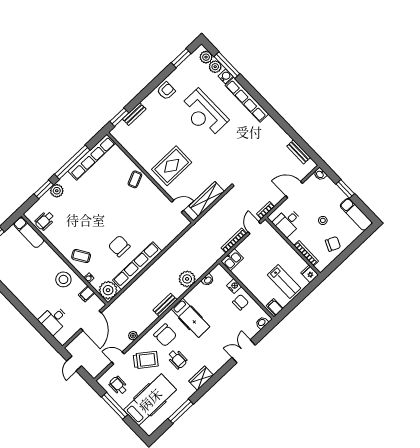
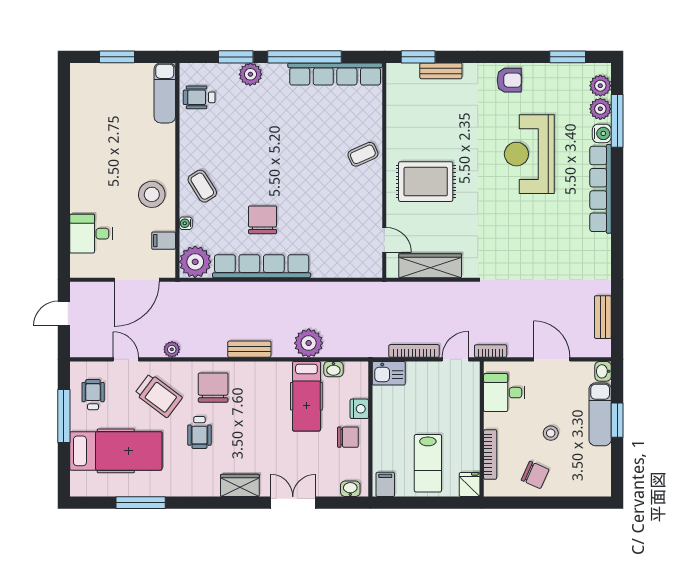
exam couch: (356, 214) -> (600, 414), moved
hospital bed: (190, 318) -> (306, 396), moved
chair: (165, 335) -> (213, 388), turned 180
wardrobe: (201, 378) -> (240, 485), moved

